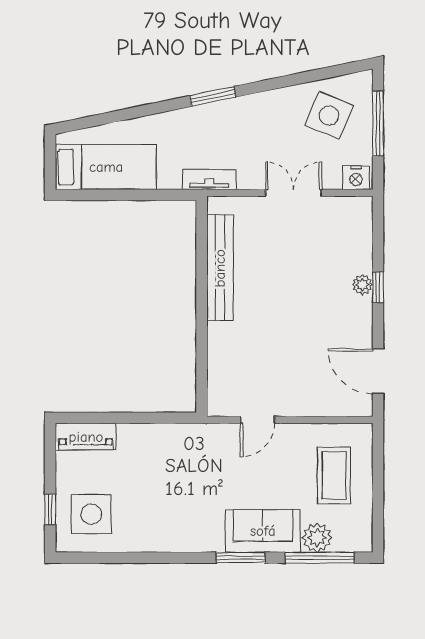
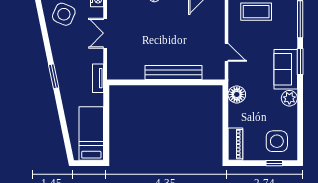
bench: (220, 268) -> (173, 72), moved
floor lamp: (179, 439) -> (237, 94), added
sofa: (263, 531) -> (286, 69), moved
plant: (317, 538) -> (289, 98), moved

